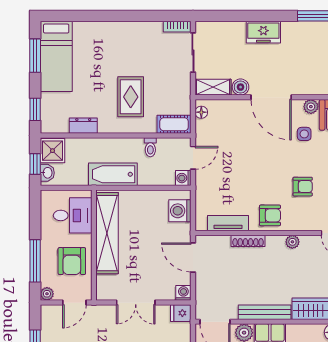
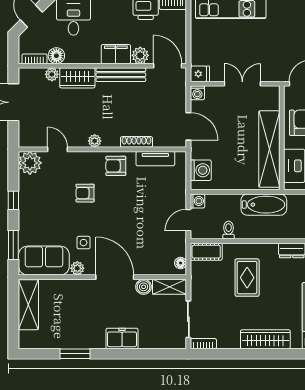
wardrobe: (111, 31) -> (265, 339), added

